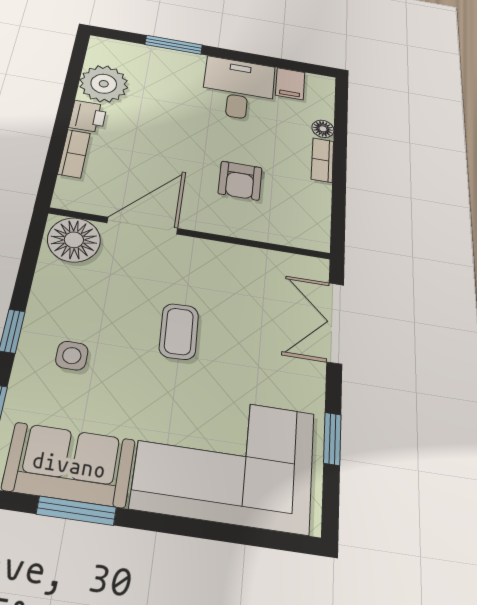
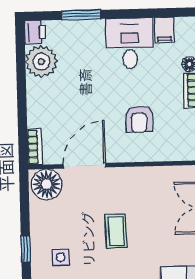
printer: (88, 116) -> (35, 32), moved
bookcase: (74, 154) -> (35, 147), moved

